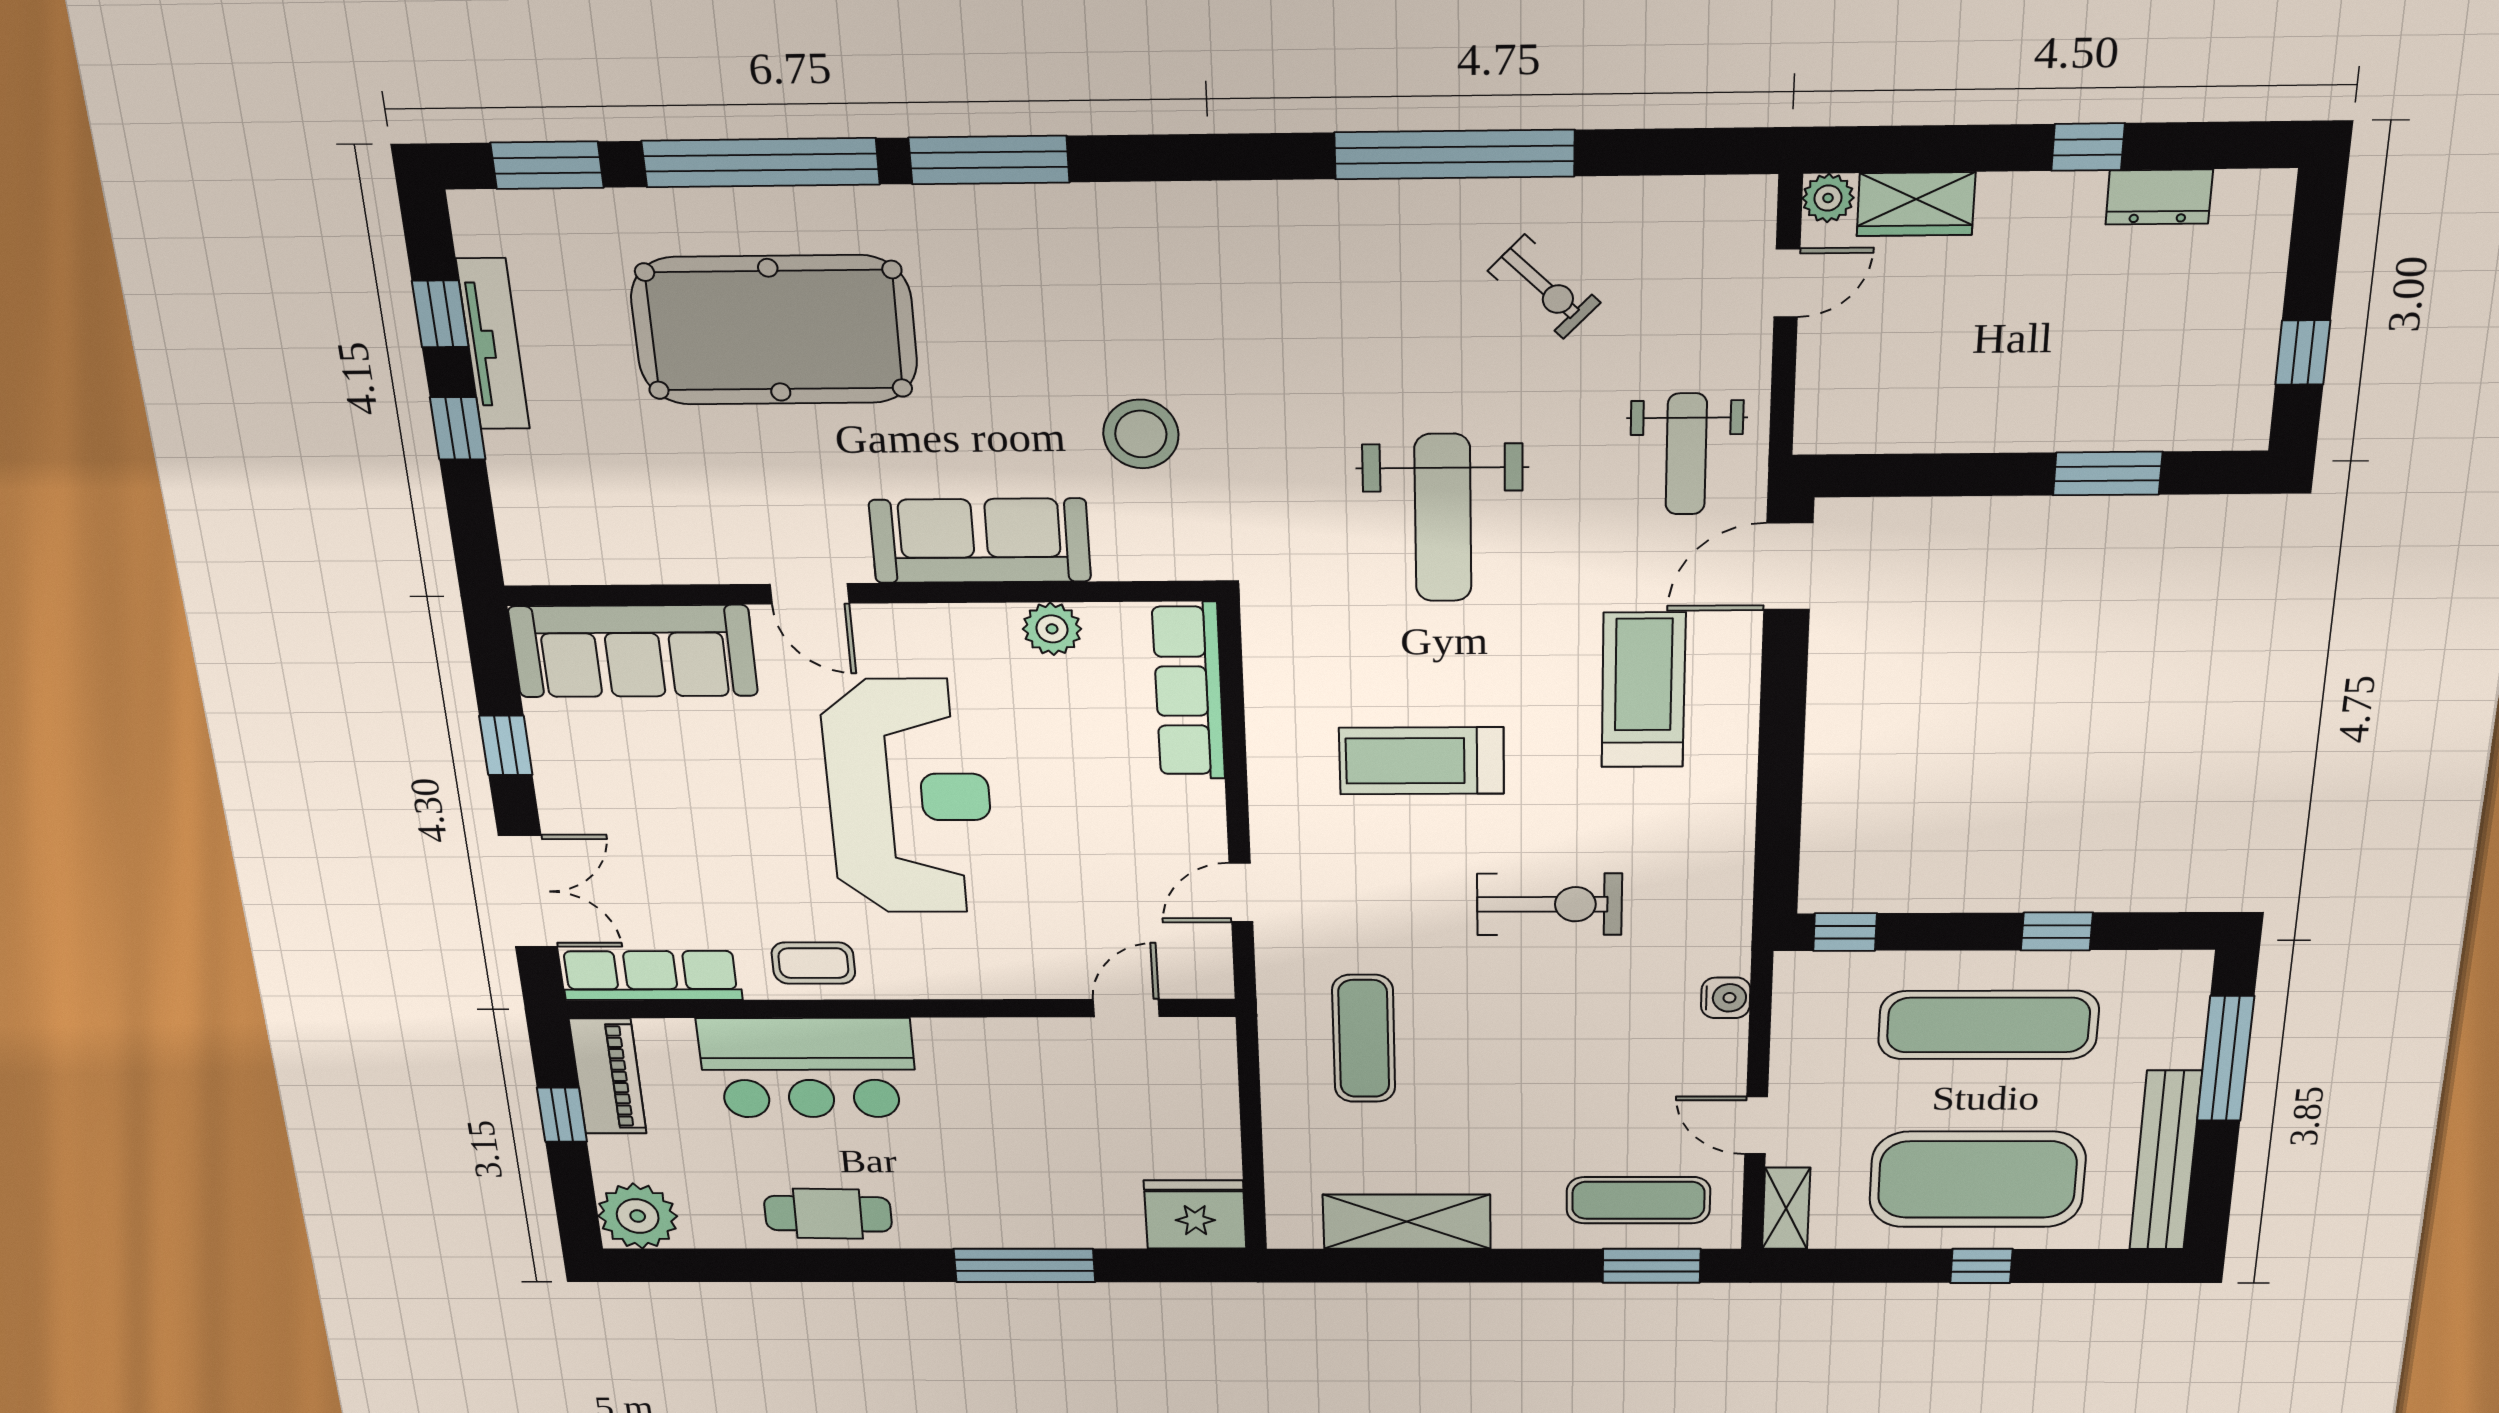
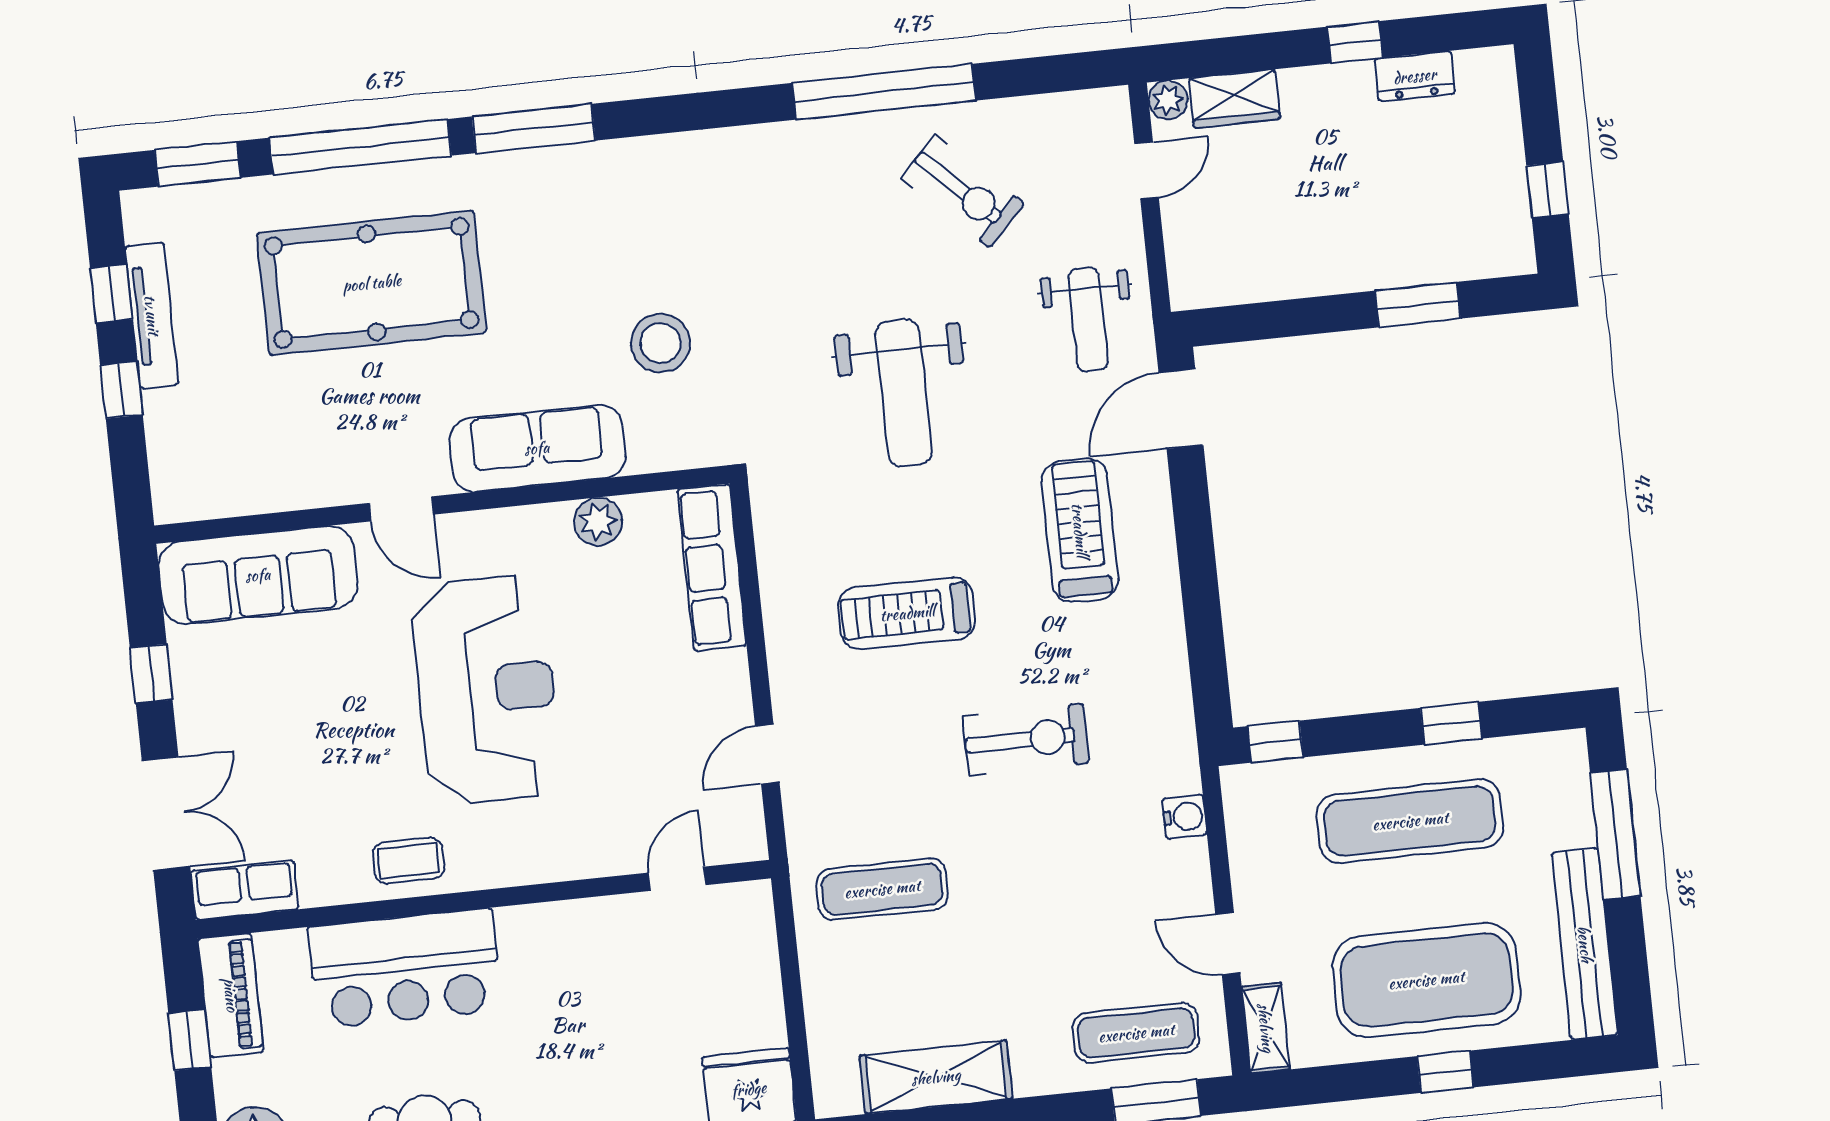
exercise bike: (1544, 287) -> (962, 191), width x1.38, depth x1.39
row of seats: (651, 976) -> (245, 890), width x0.68
exercise mat: (1364, 1039) -> (882, 889), turned 90

